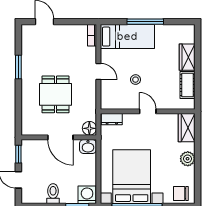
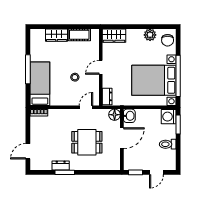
dresser: (27, 62) -> (61, 165), added
door: (98, 71) -> (86, 107), moved
plant: (188, 159) -> (150, 35), moved

